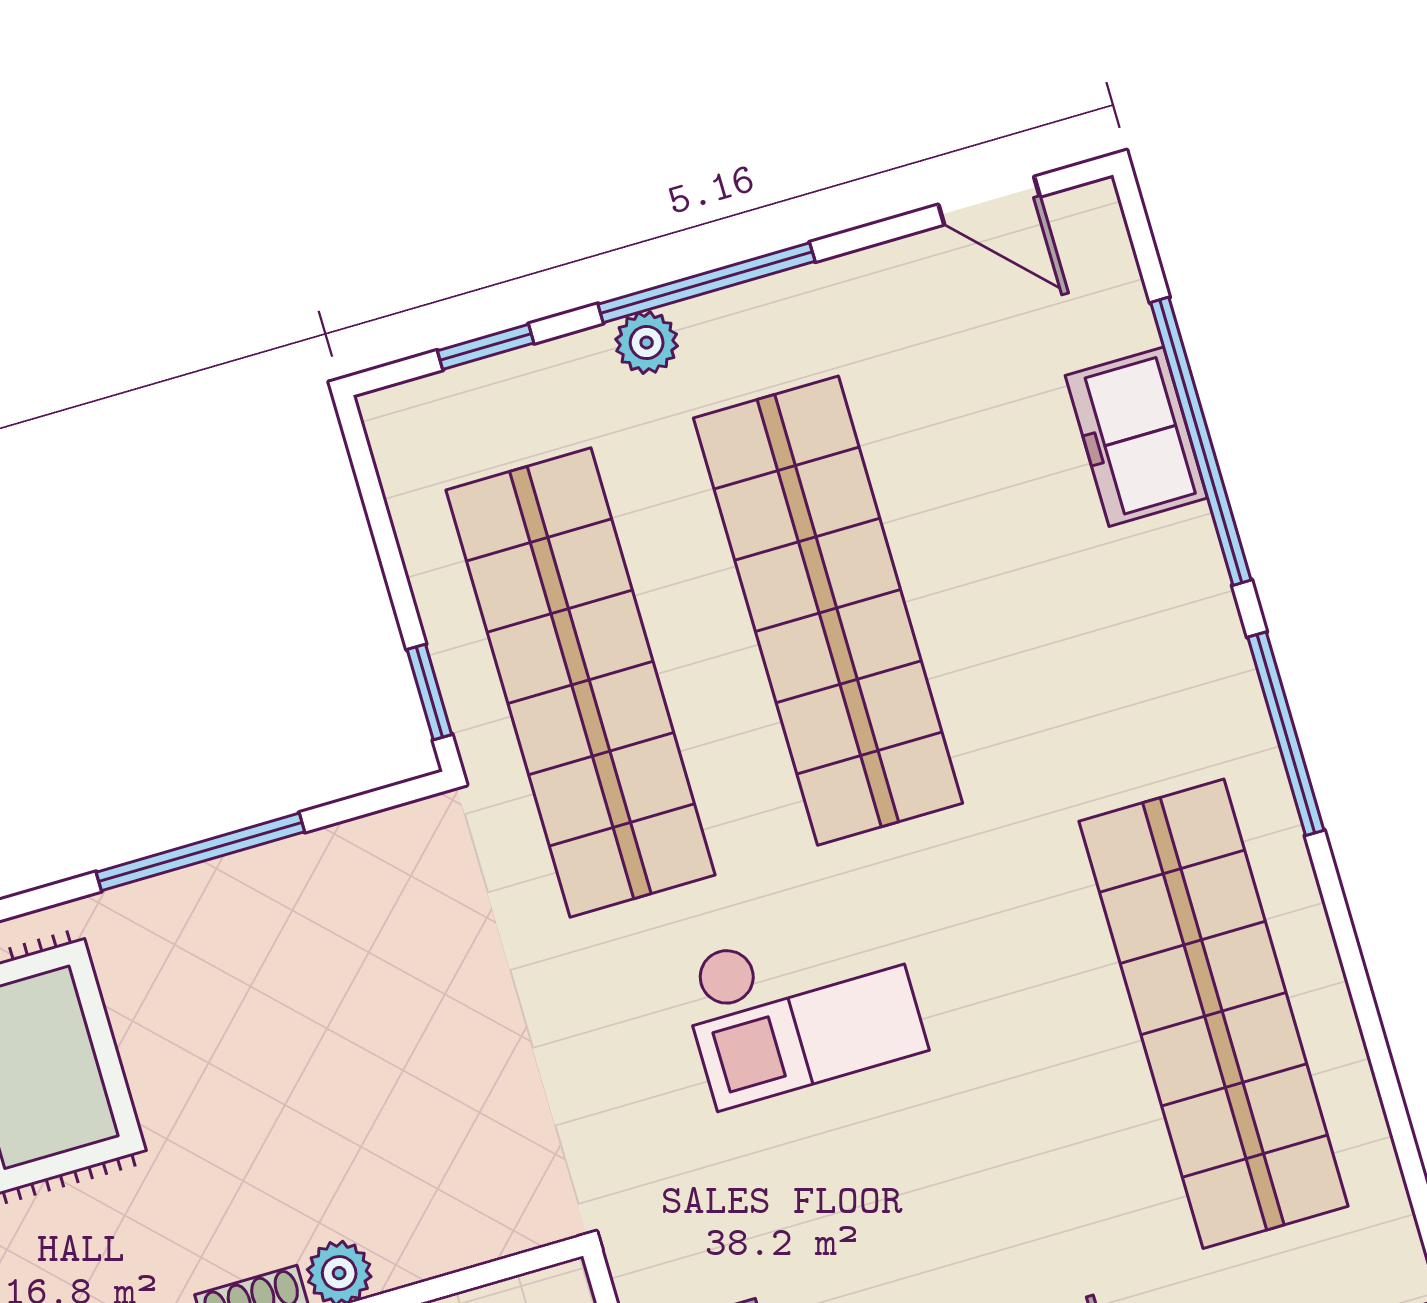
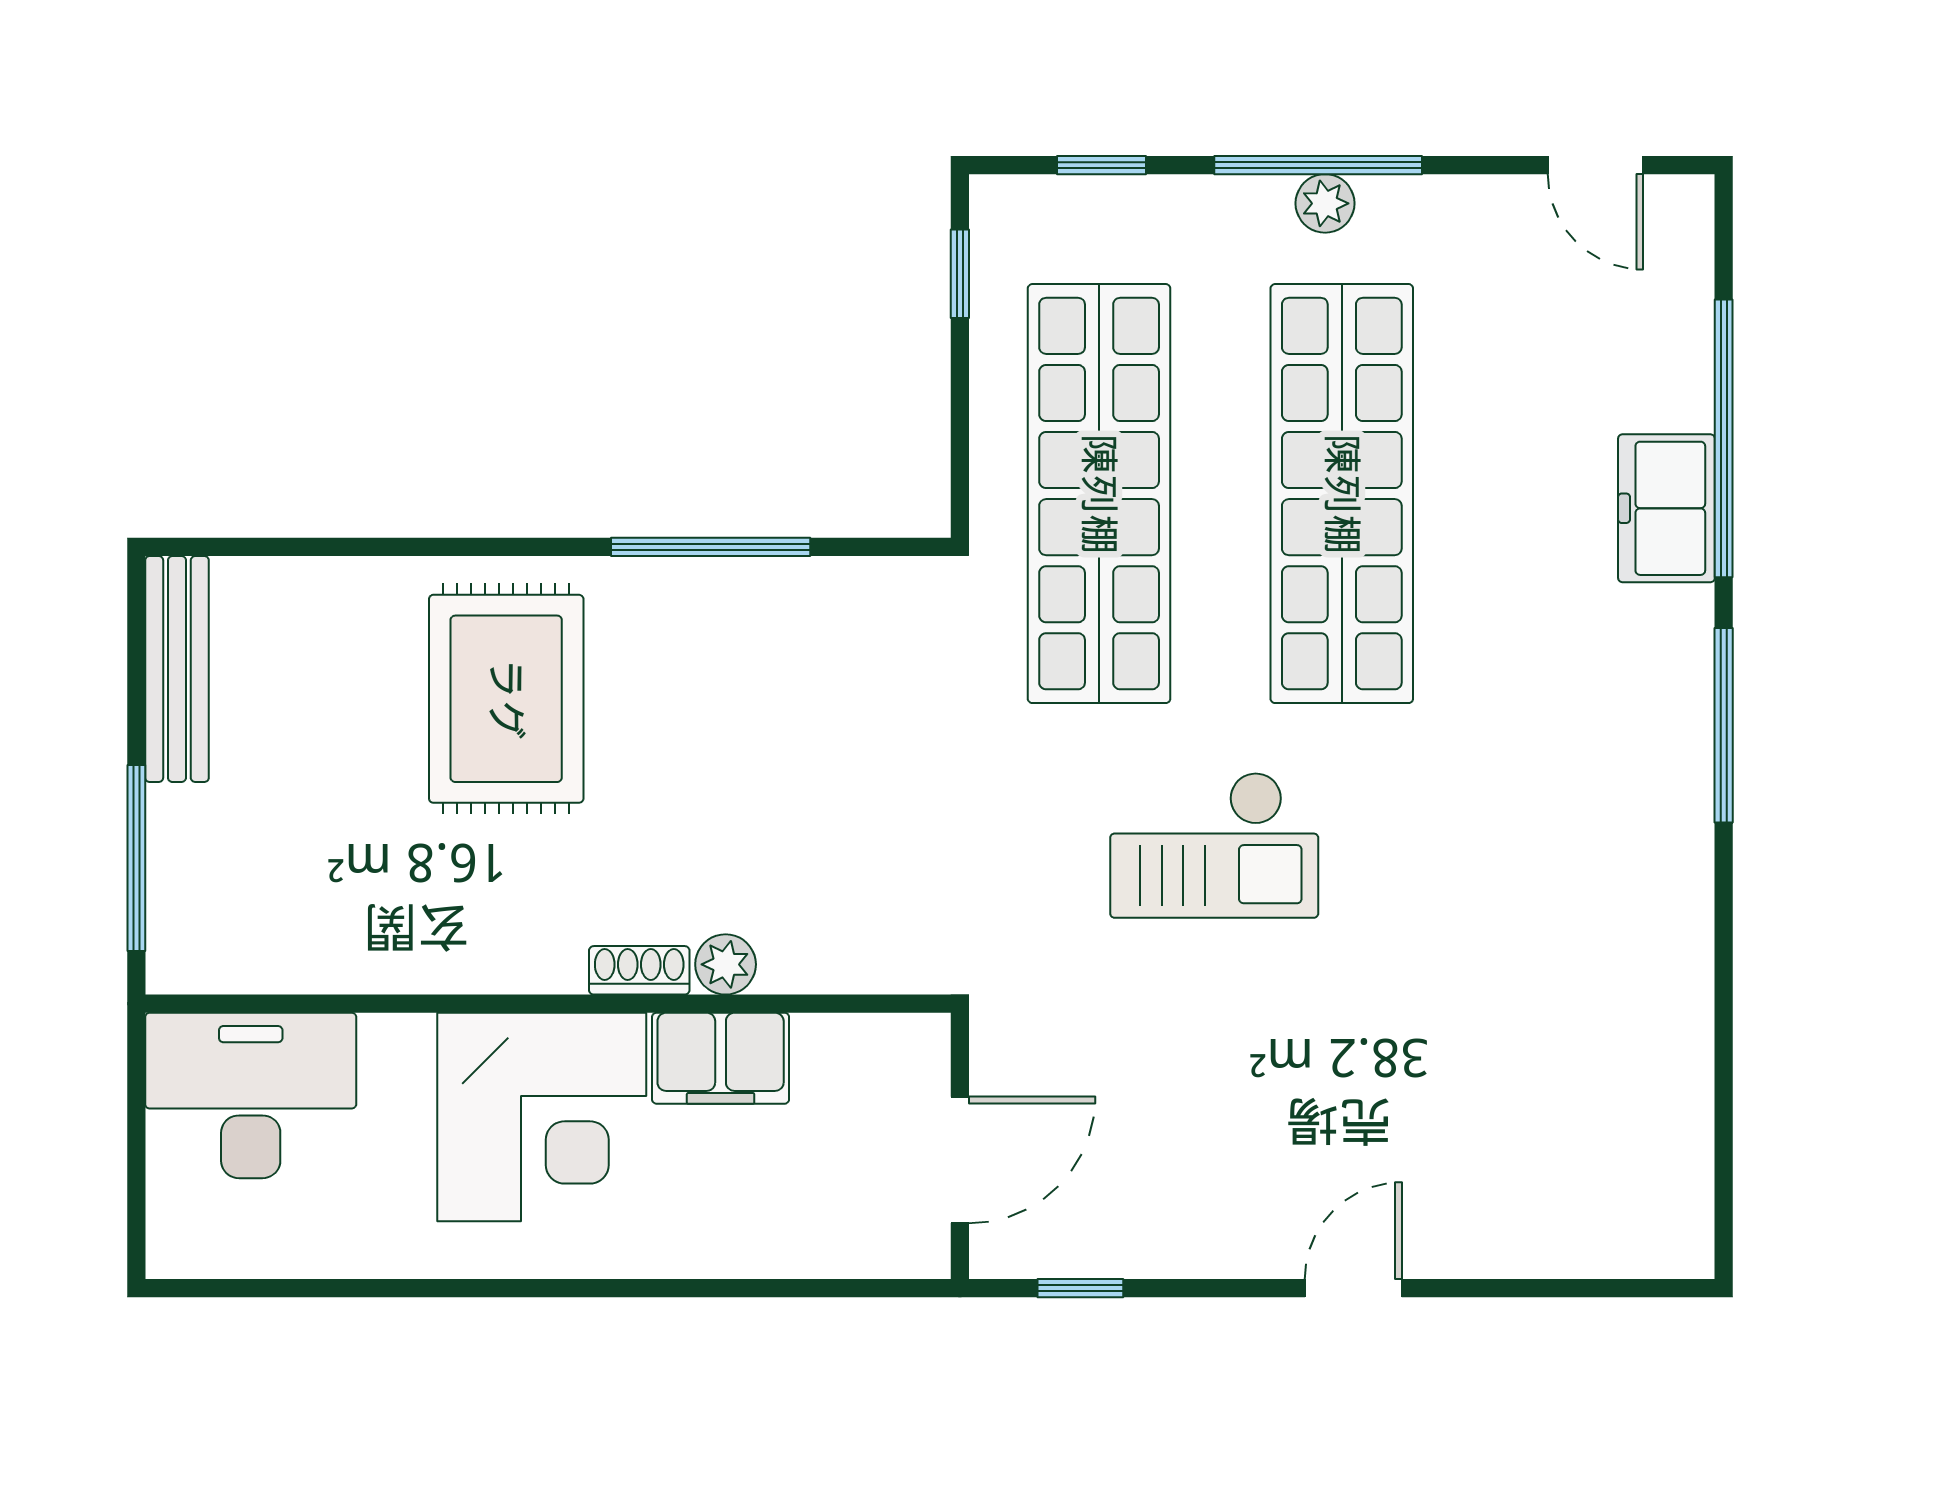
plant: (647, 343) -> (1325, 203), moved
freezer: (1136, 437) -> (1666, 508), moved
window: (429, 692) -> (960, 274), moved
shop shelf: (1213, 1014) -> (1585, 960), removed

